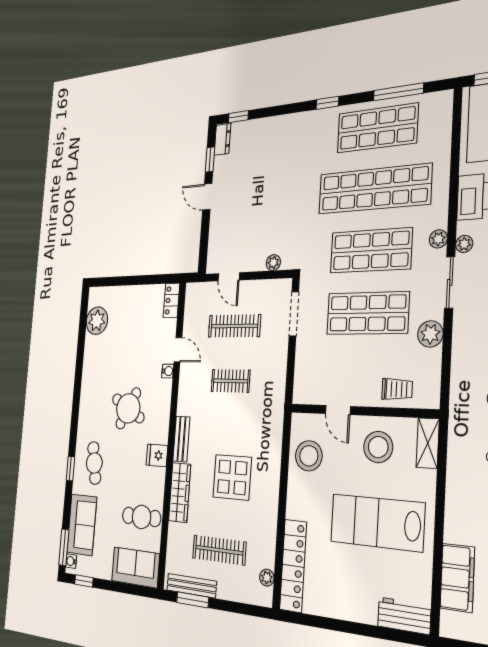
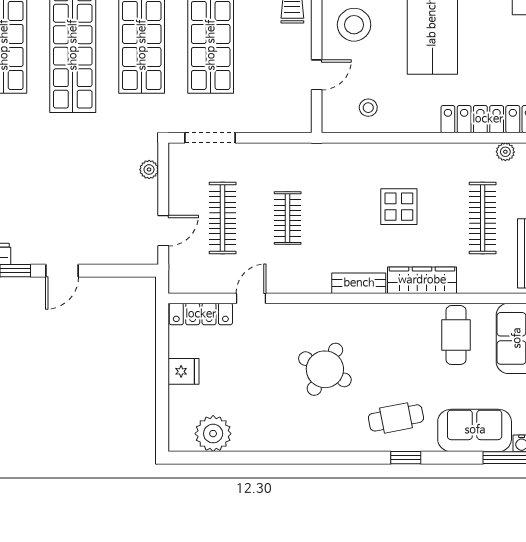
locker: (171, 300) -> (201, 314), width x1.53
water cooler: (168, 371) -> (277, 312), removed
fridge: (157, 455) -> (184, 371), moved, turned -90
stool: (309, 456) -> (368, 108), width x0.53, depth x0.53
display table: (232, 477) -> (399, 207), width x0.73, depth x0.73

